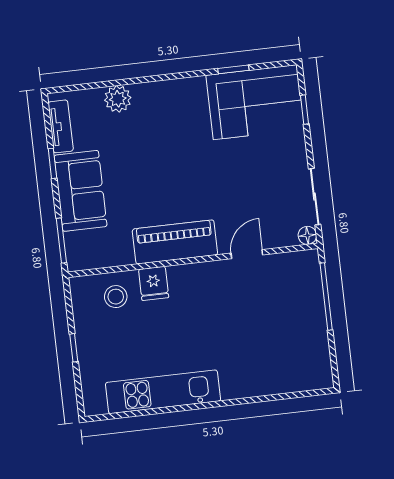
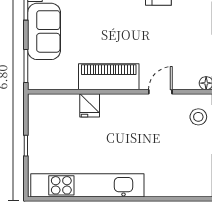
stool: (116, 297) -> (198, 117), moved
kitchen unit: (163, 392) -> (87, 185), width x1.36

